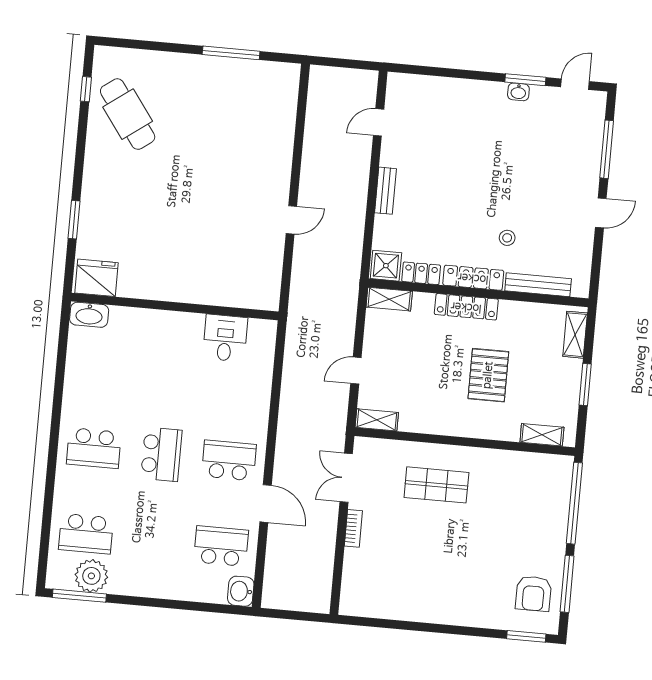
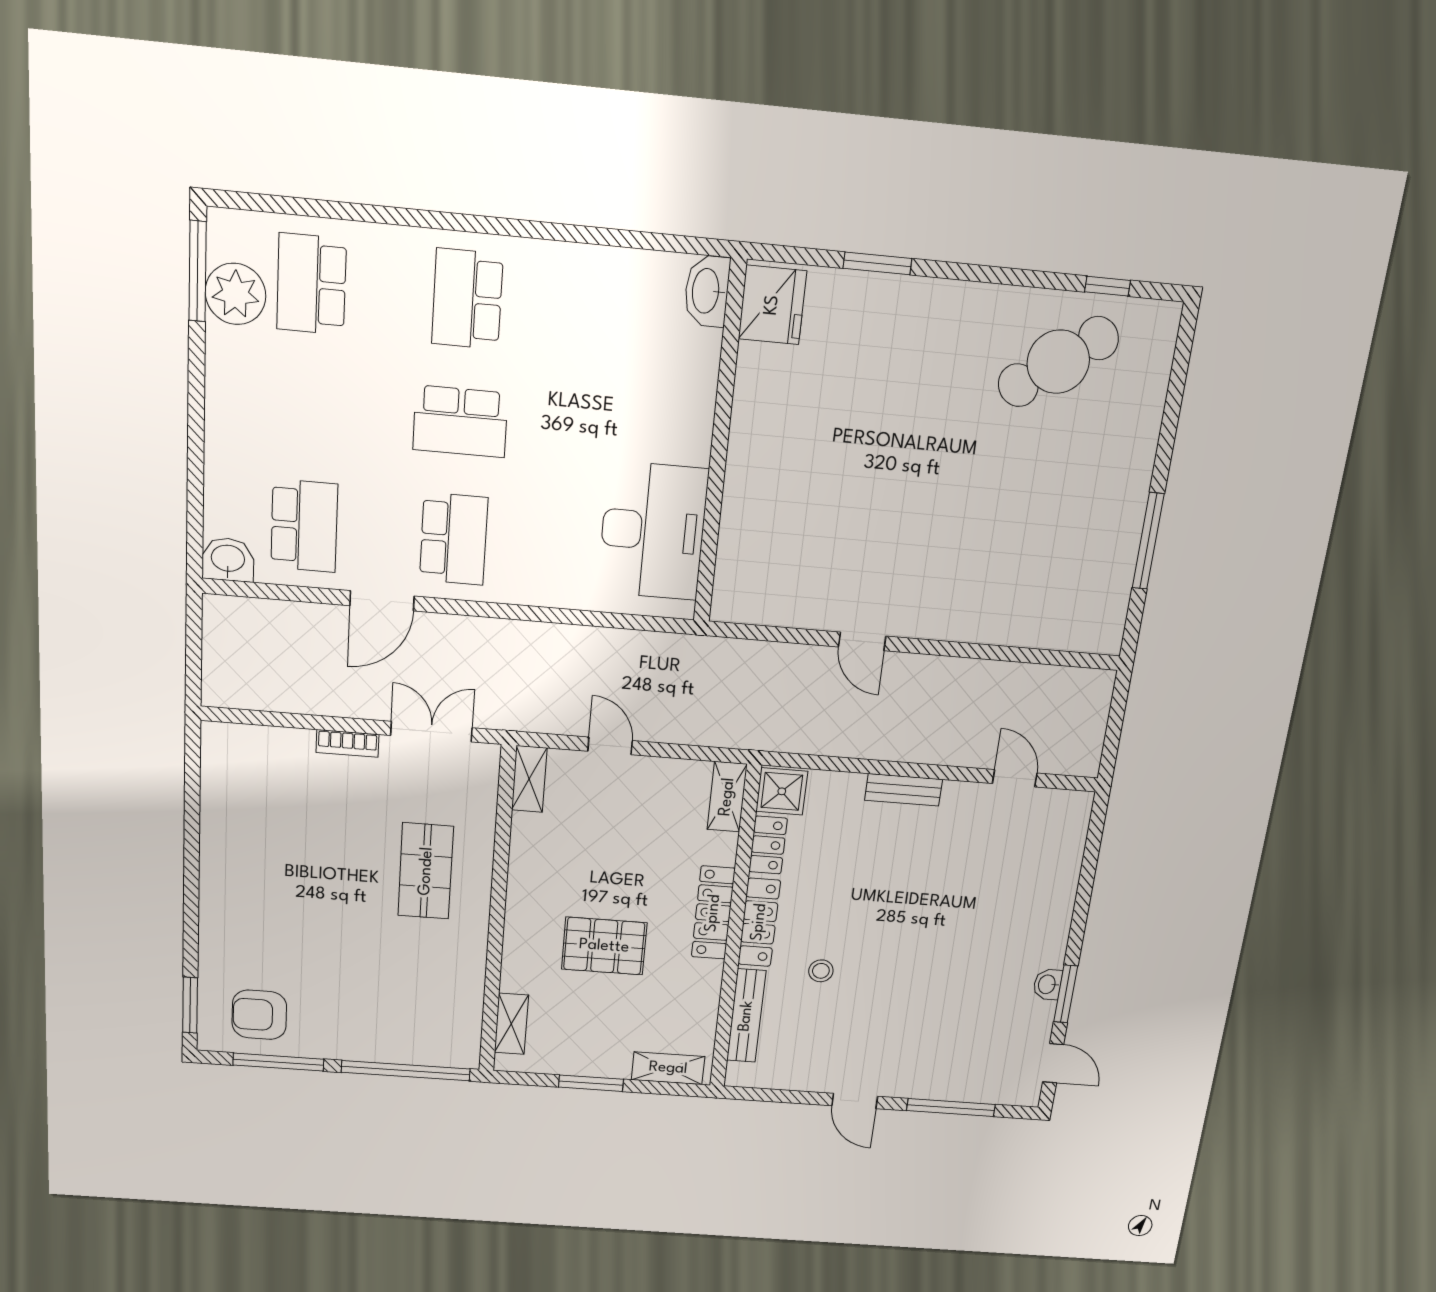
desk: (225, 338) -> (653, 531), width x1.87, depth x1.30

